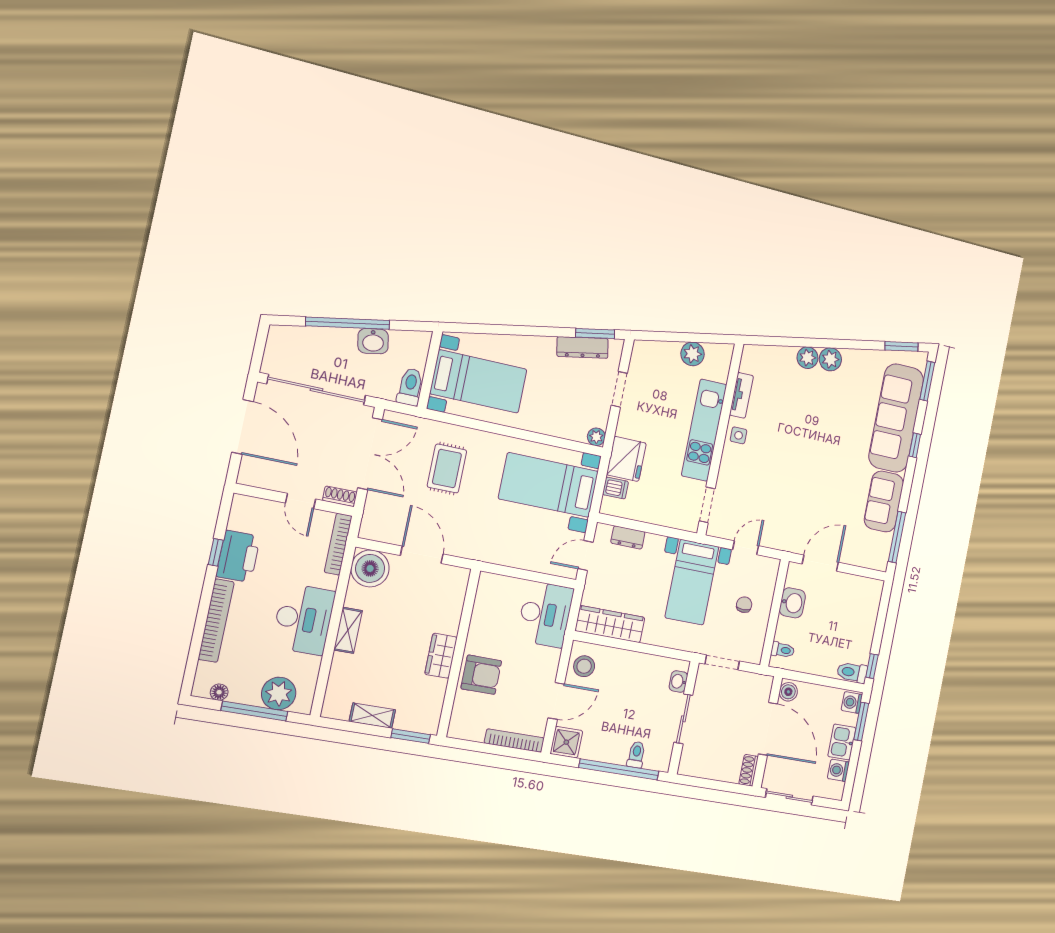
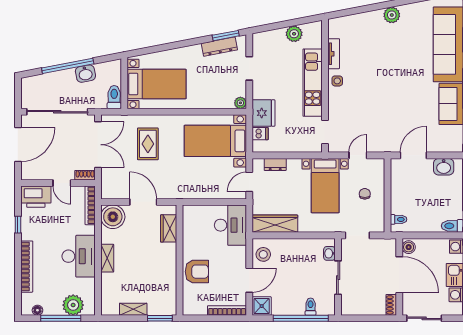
plant: (807, 358) -> (375, 18), removed
door: (242, 427) -> (18, 144), hinge flipped
printer: (238, 556) -> (36, 197), moved, turned 90
washbasin: (792, 603) -> (444, 167), moved, turned 90
wardrobe: (441, 656) -> (169, 228), moved

